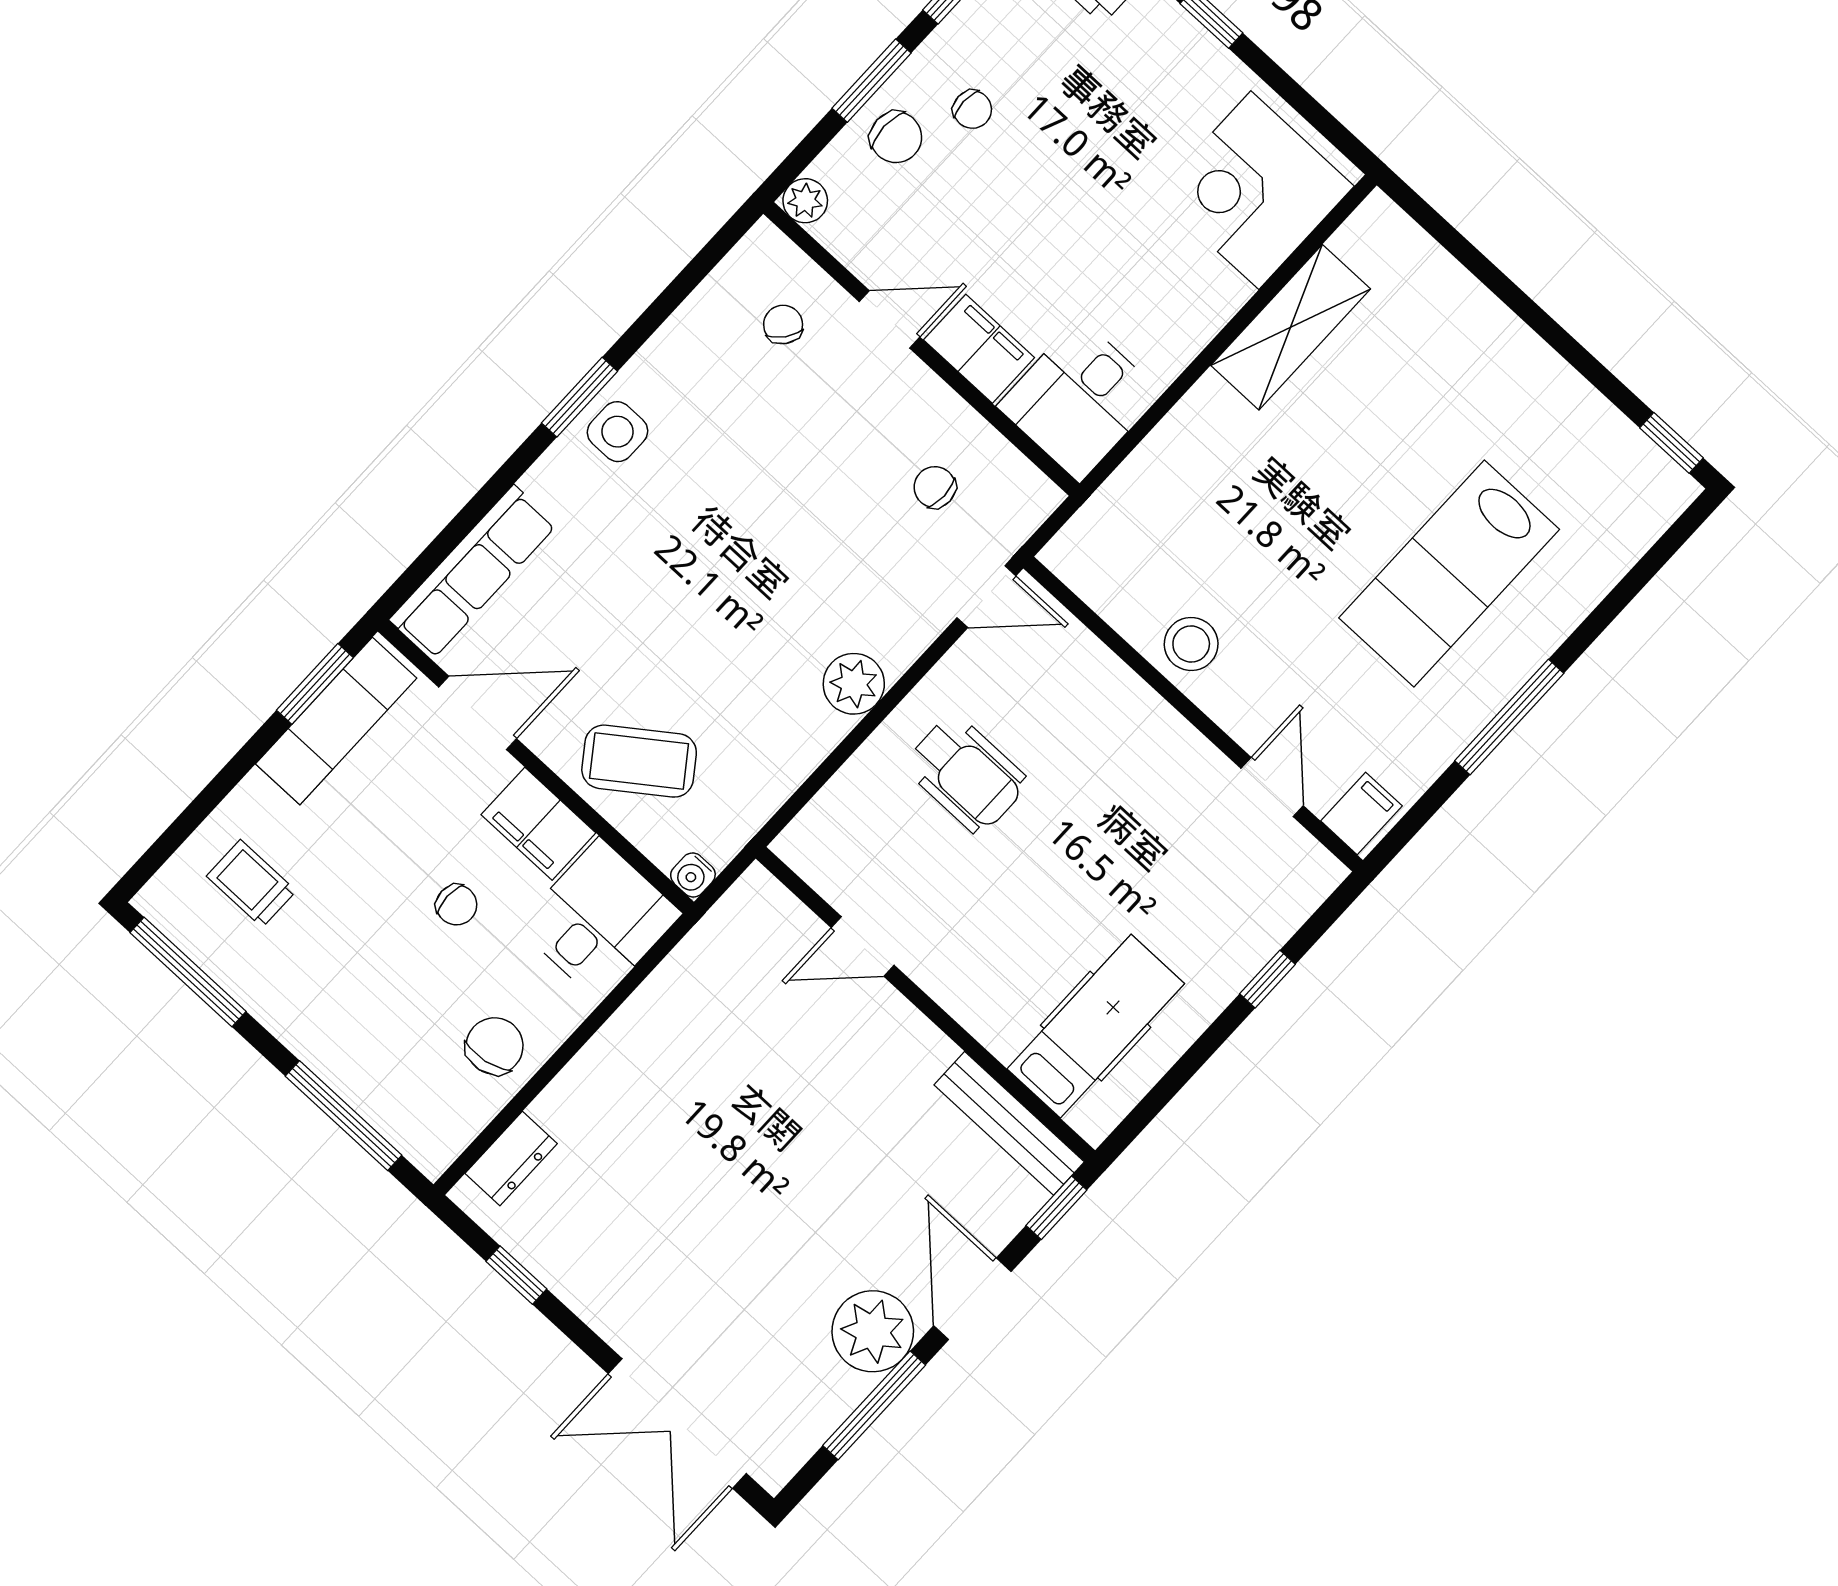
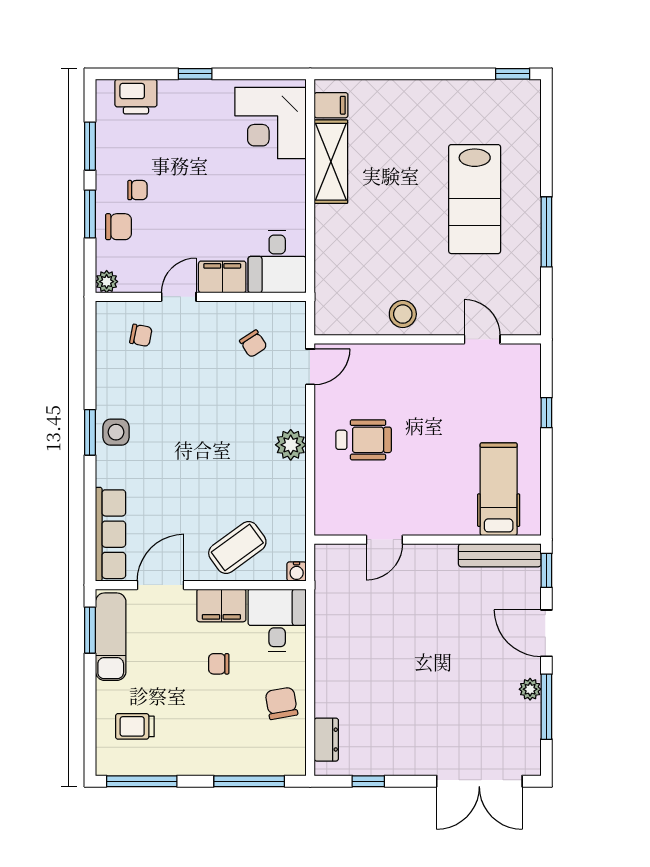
chair: (783, 325) -> (141, 335), turned 153
chair: (935, 487) -> (253, 344), turned -123
filing cabinet: (1361, 813) -> (331, 105), moved, turned 90
chair: (456, 905) -> (219, 664), turned 180
plant: (873, 1331) -> (530, 689), width x0.53, depth x0.53

